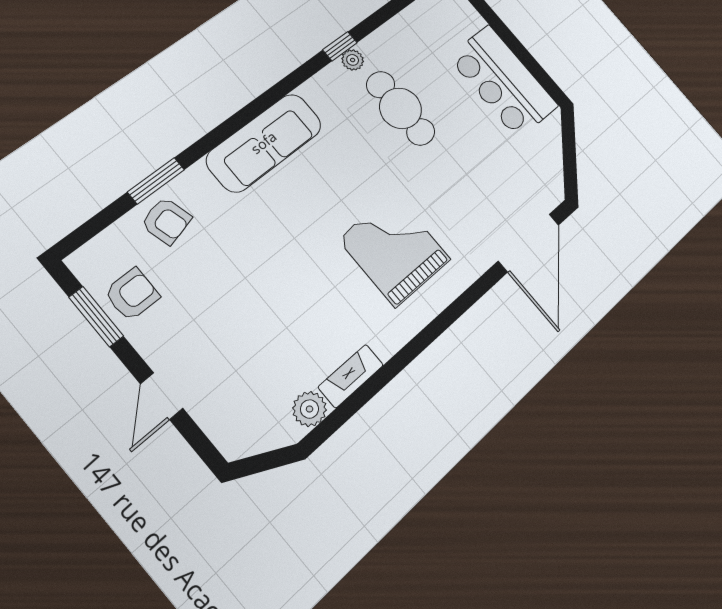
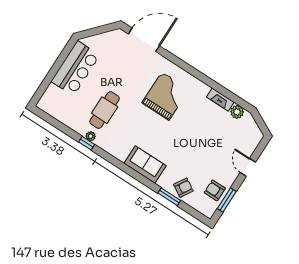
sofa: (264, 143) -> (145, 165), width x0.73
armchair: (166, 221) -> (183, 188), turned 46
grand piano: (395, 249) -> (165, 96), turned 180
door: (162, 396) -> (248, 167), swing flipped

